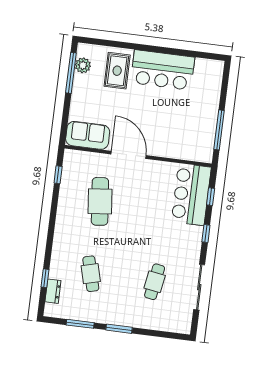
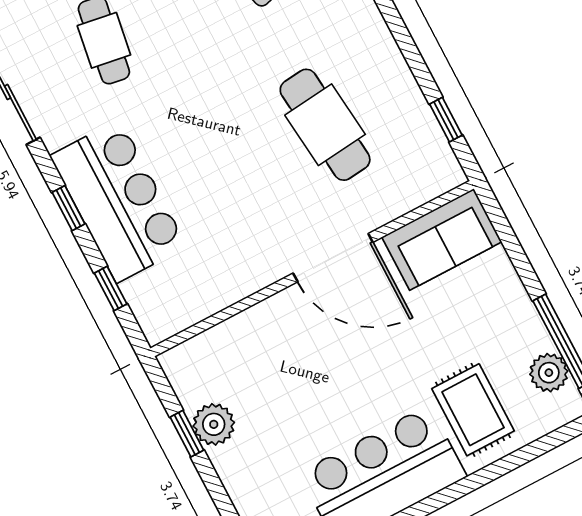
plant: (208, 127) -> (214, 424), added
window: (219, 130) -> (187, 434), width x0.46
bar counter: (191, 194) -> (118, 201), moved

